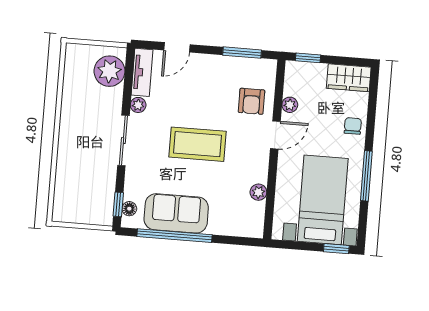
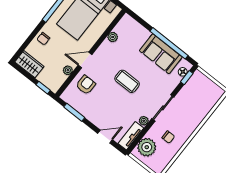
chair: (89, 105) -> (168, 137), added
coffee table: (198, 144) -> (127, 81), width x0.73, depth x0.76

